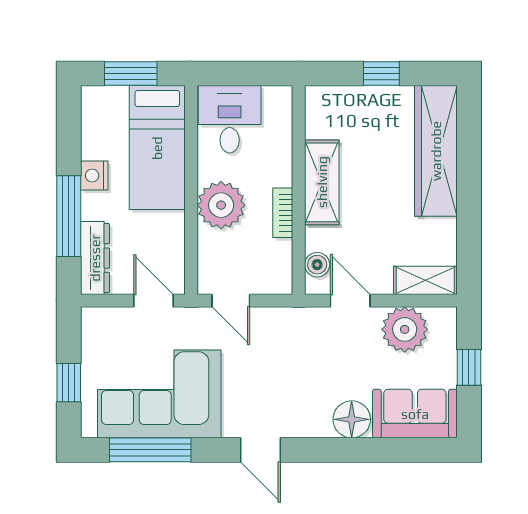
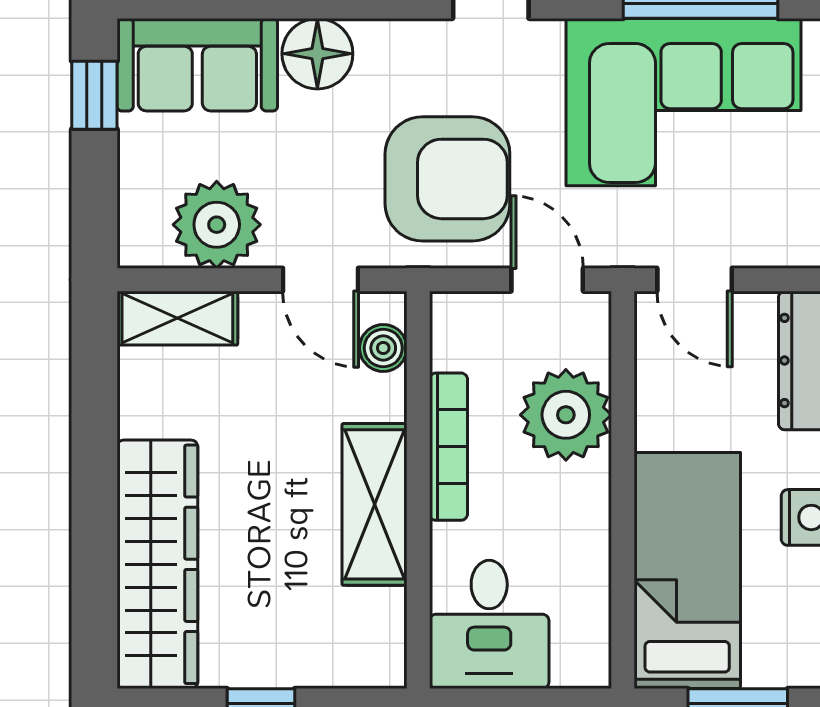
desk: (230, 119) -> (489, 624), moved
plant: (221, 205) -> (566, 415), moved
bookcase: (283, 213) -> (448, 447), width x1.56
armchair: (283, 353) -> (447, 179), added
window: (469, 367) -> (94, 95), moved

